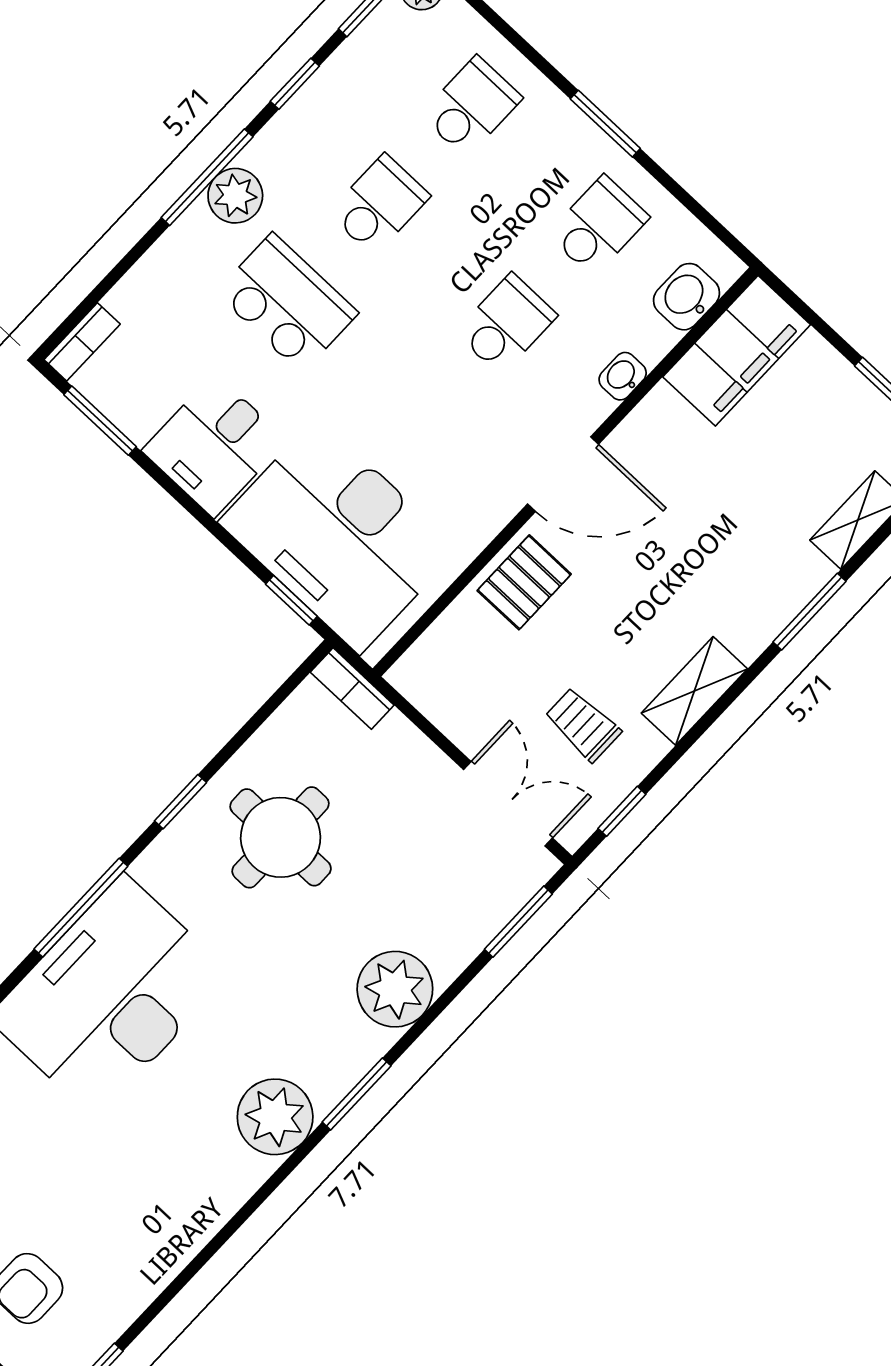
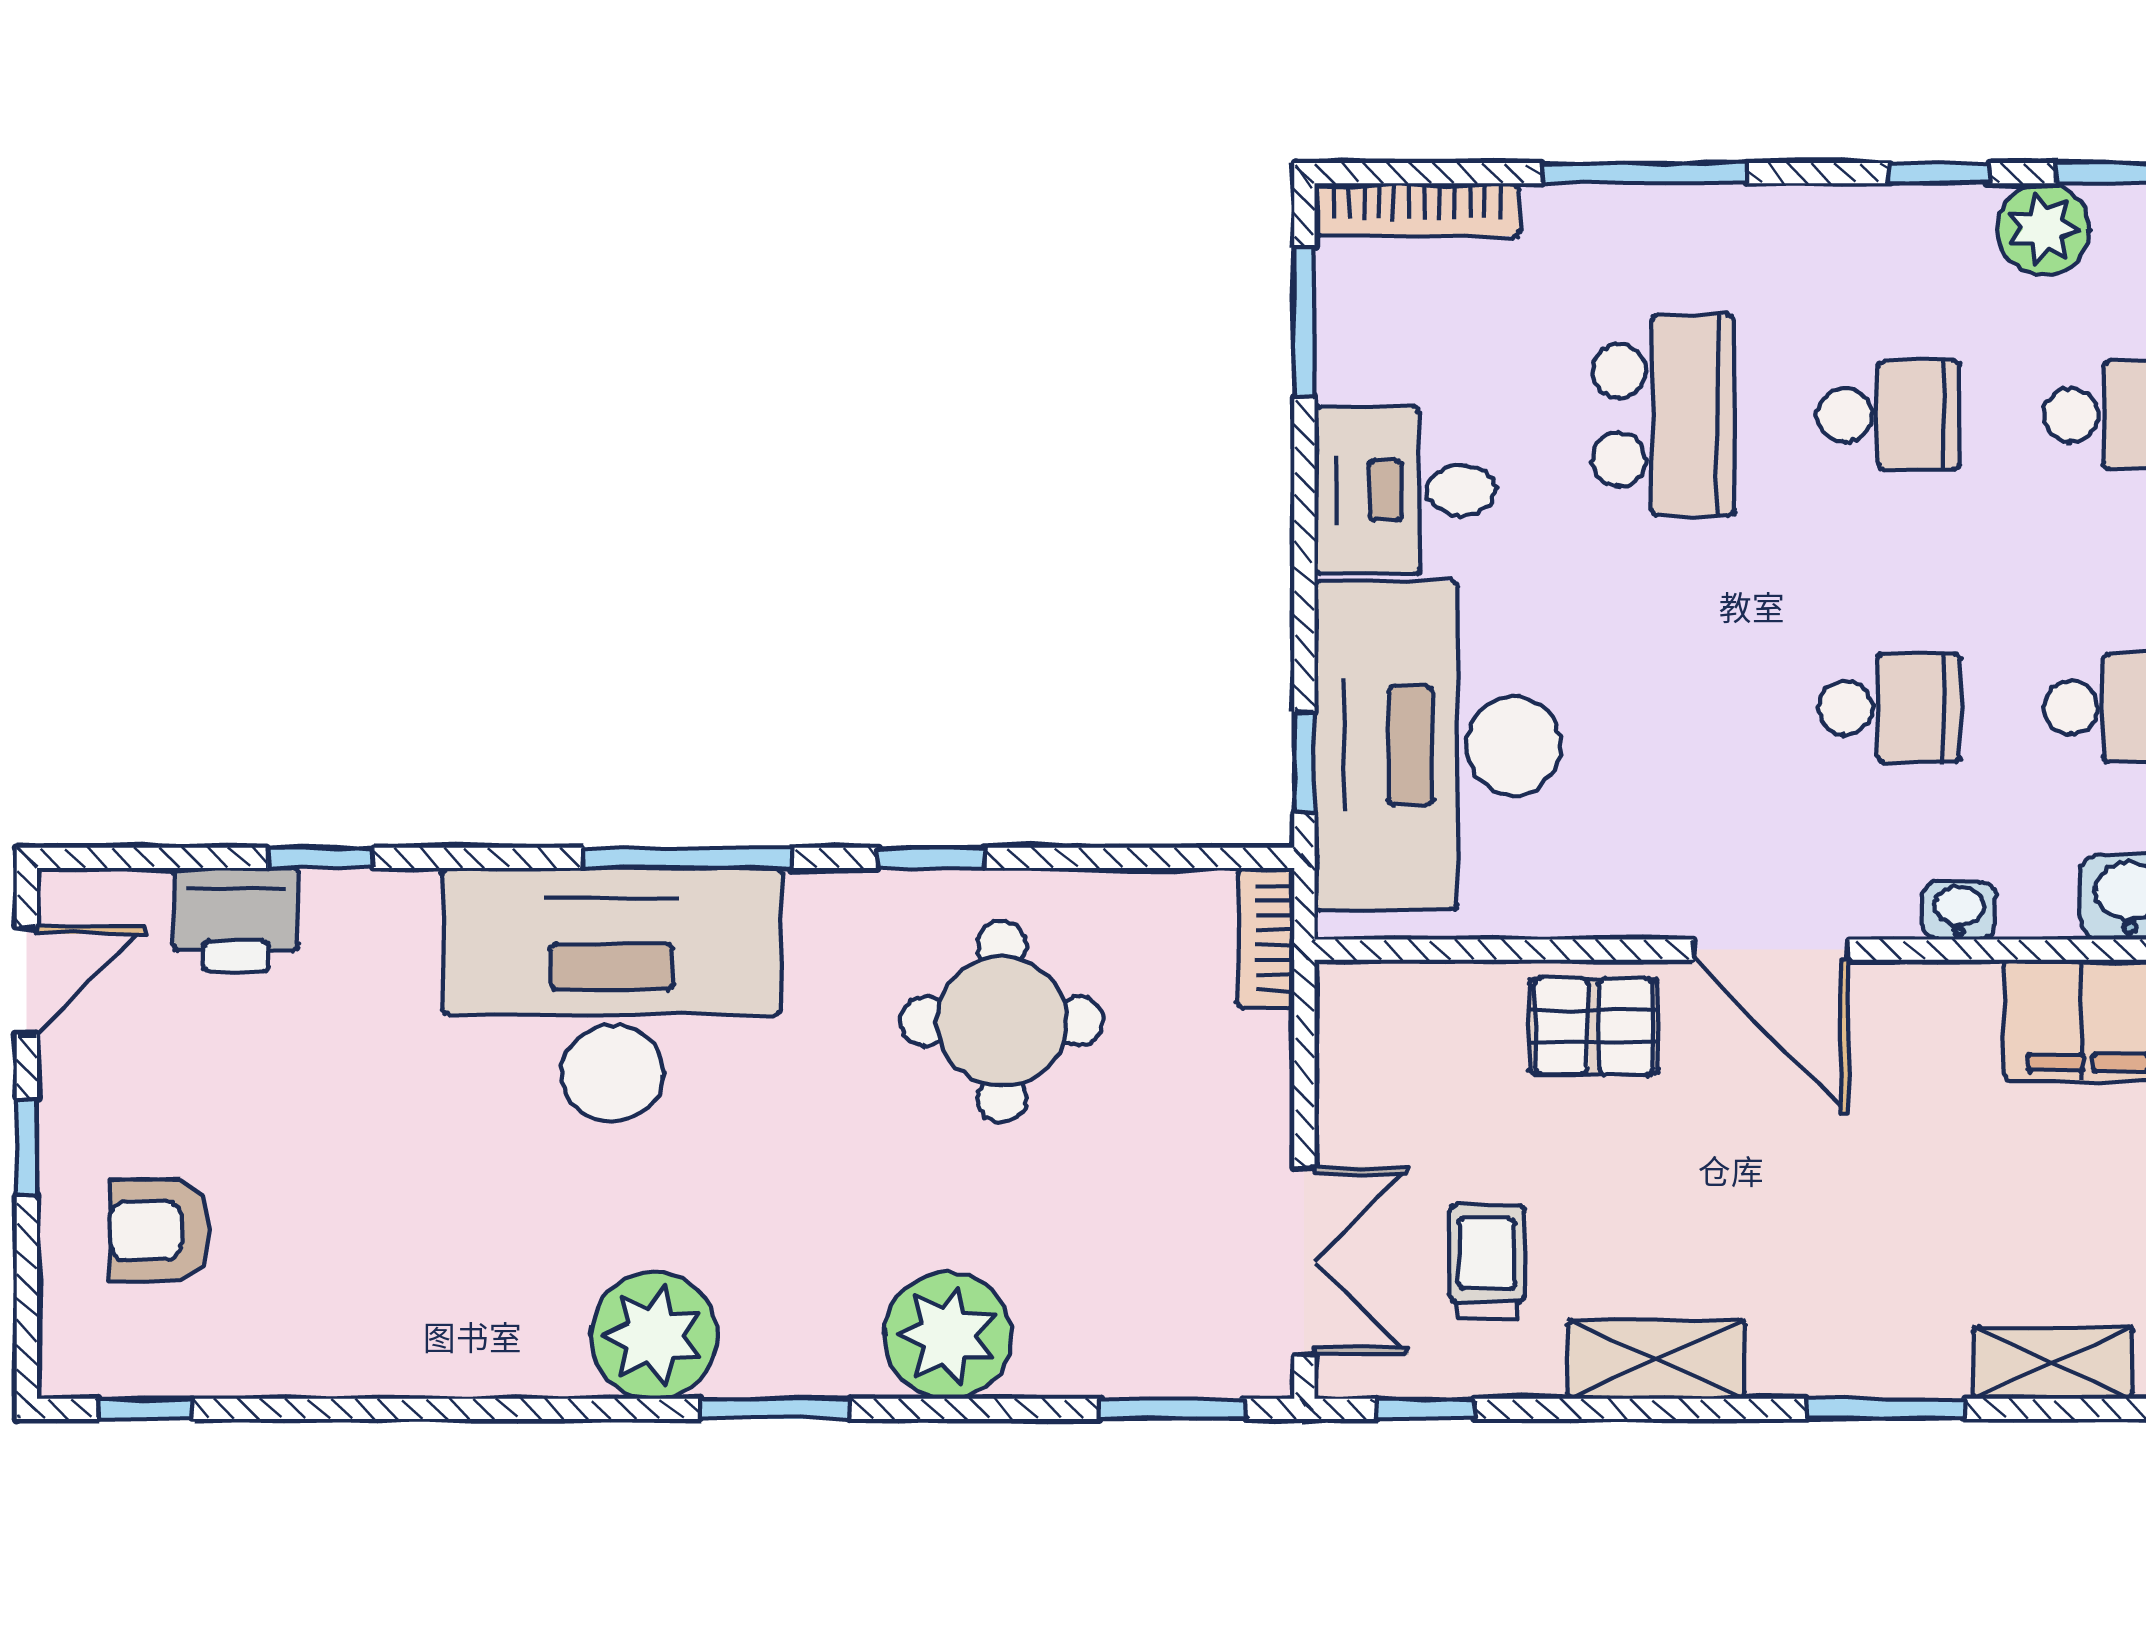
window: (207, 177) -> (1644, 173), moved
plant: (235, 196) -> (2043, 229), moved
bookcase: (82, 342) -> (1417, 209), width x1.56

